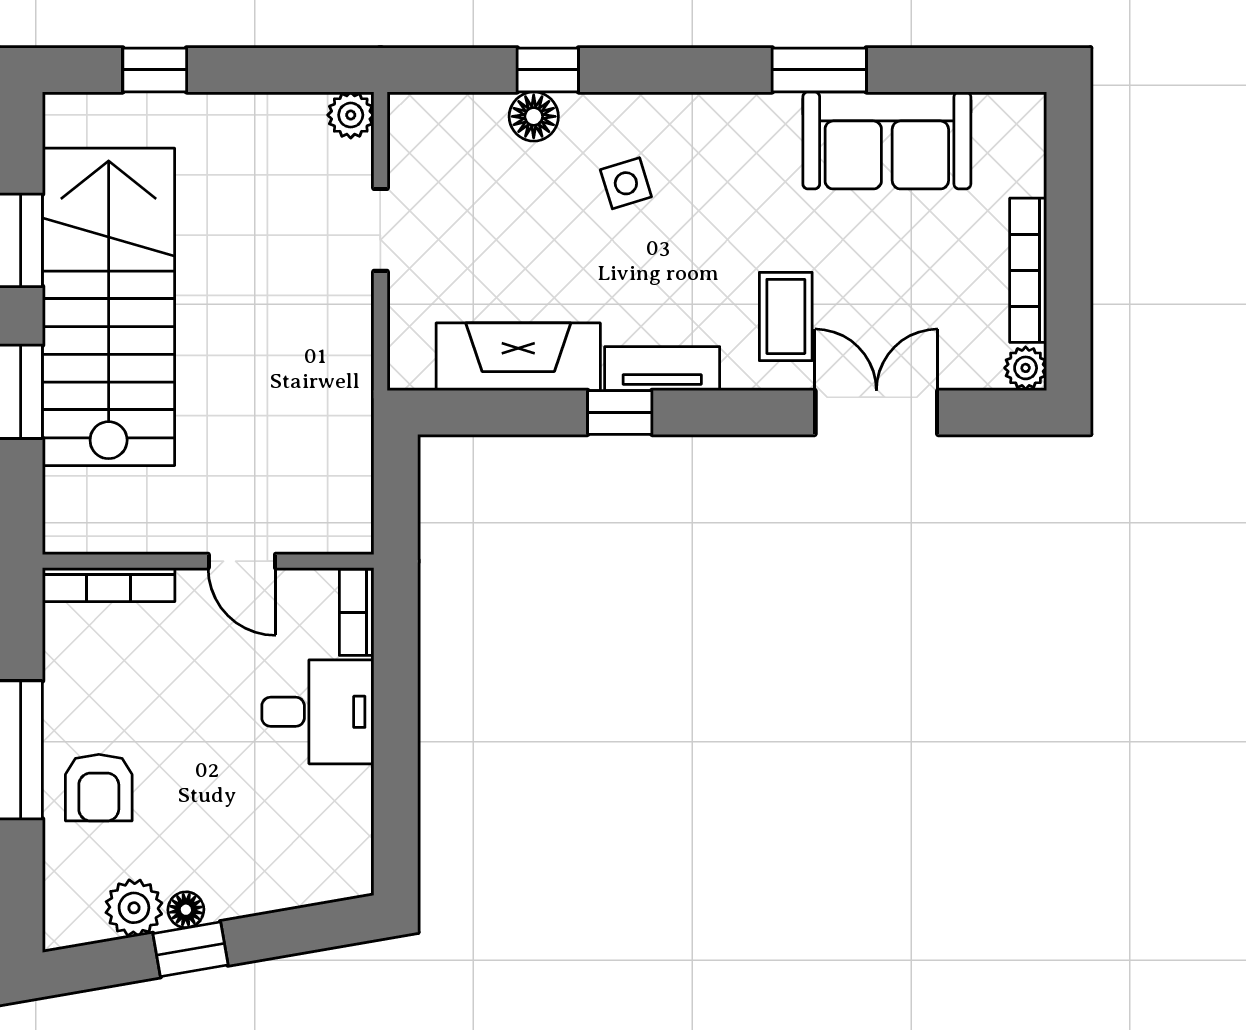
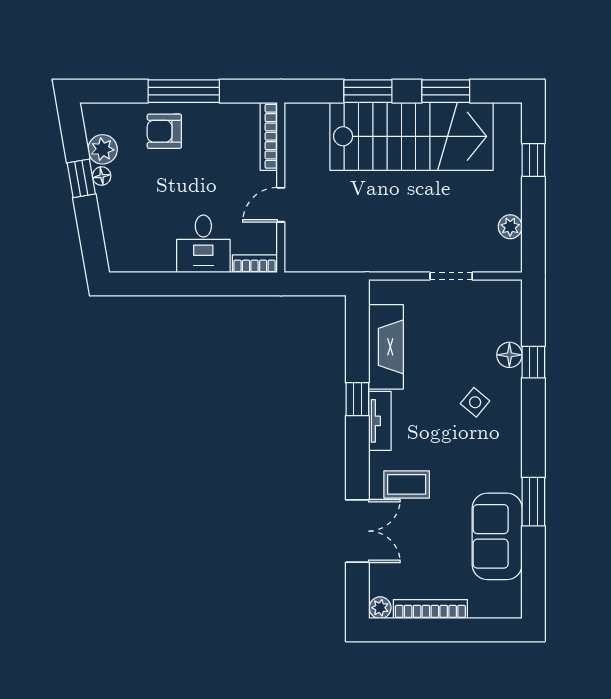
plant: (351, 115) -> (510, 227), moved
side table: (626, 183) -> (475, 402), turned -33

